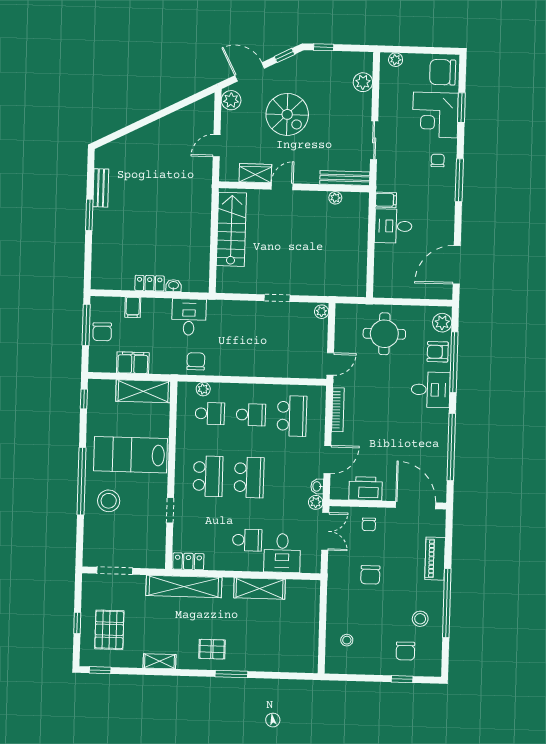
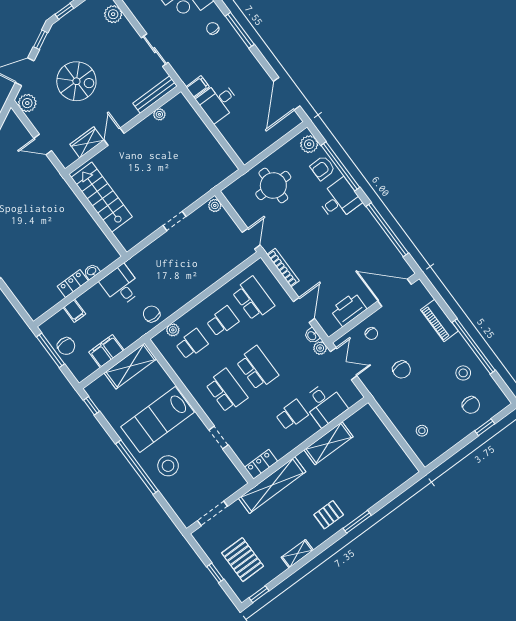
door: (217, 146) -> (43, 145), hinge flipped

